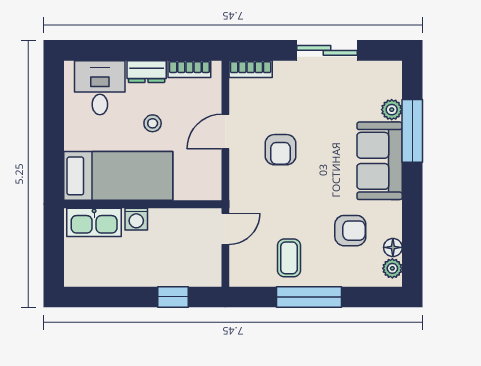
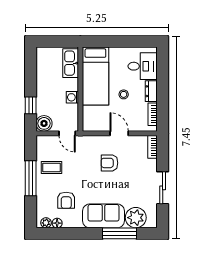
plant: (392, 110) -> (136, 218), width x1.87, depth x1.87
washing machine: (136, 219) -> (72, 97), moved
boiler: (207, 272) -> (44, 123), added

